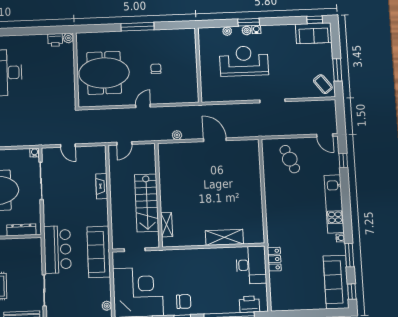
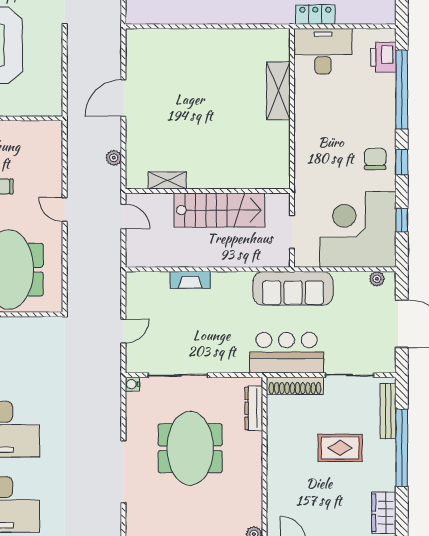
door: (124, 143) -> (123, 216), moved
shelving: (167, 225) -> (167, 180), moved
shoe rack: (36, 256) -> (295, 386), added

